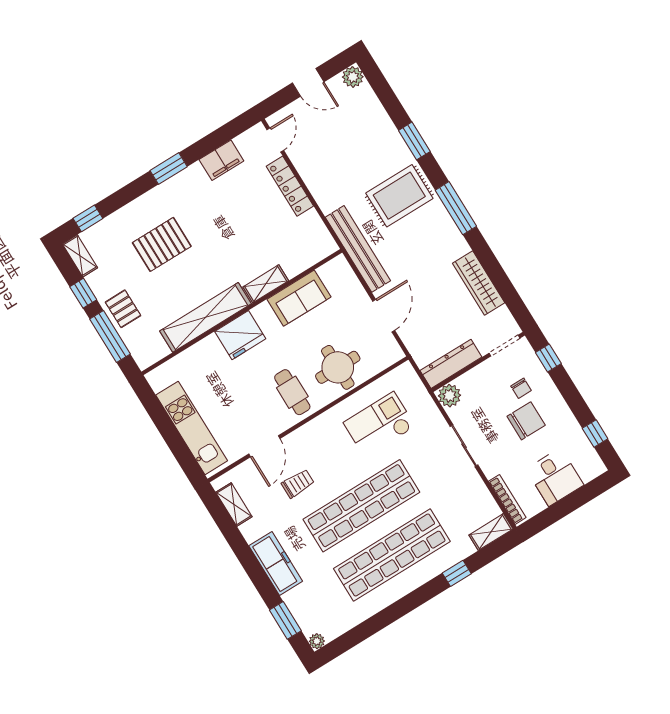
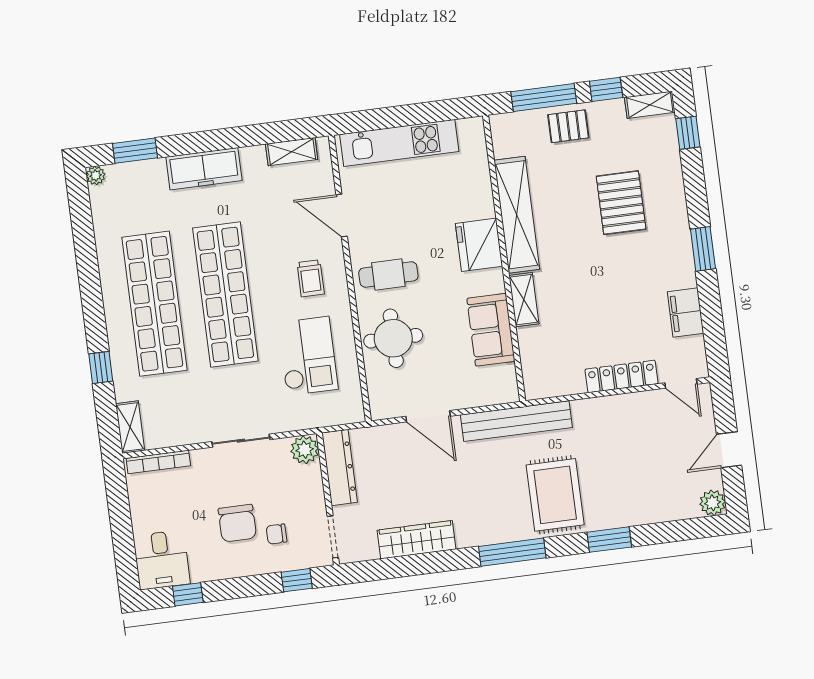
desk: (555, 477) -> (162, 560), moved, turned -90
trolley: (298, 484) -> (311, 278), moved

